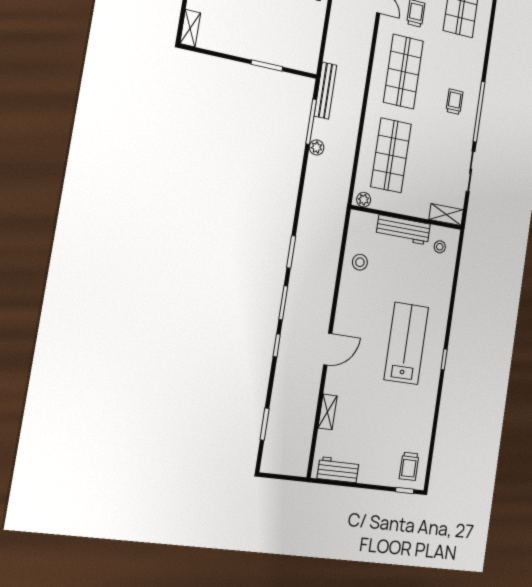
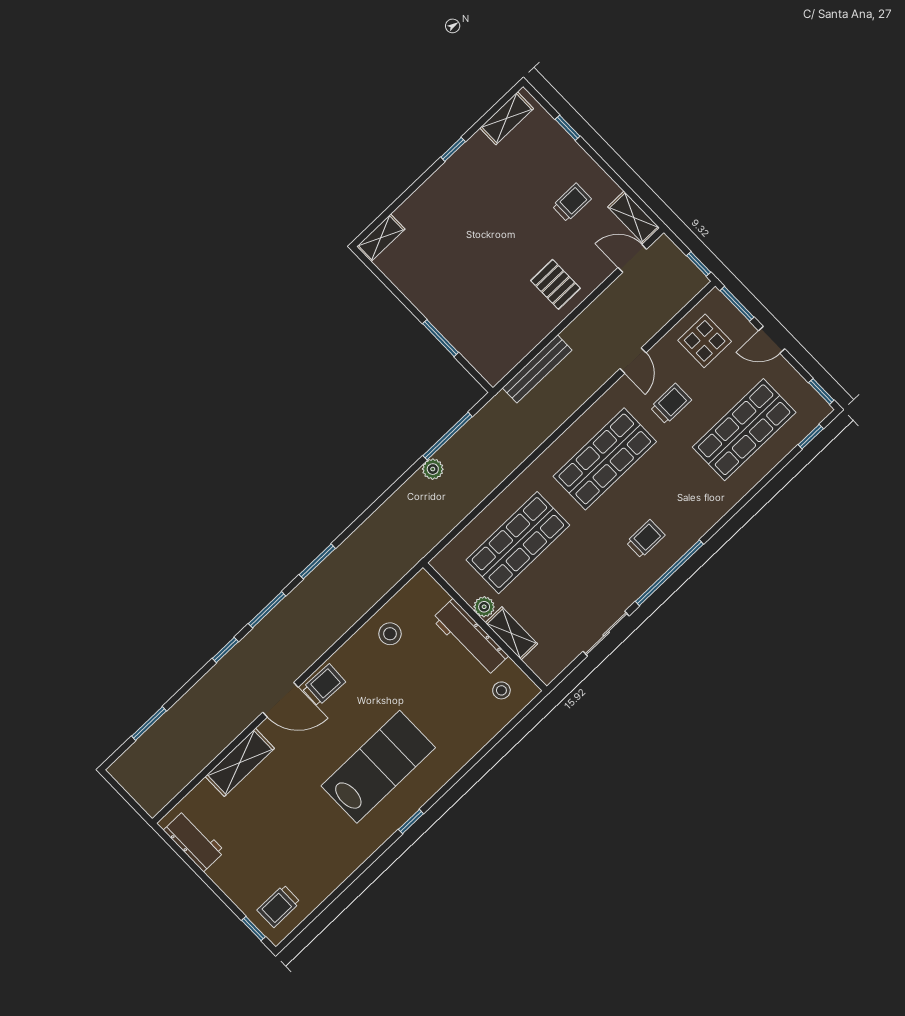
bench: (325, 91) -> (537, 369), moved
plant: (364, 200) -> (484, 607), moved
shelving: (446, 215) -> (511, 633), moved
trolley: (345, 321) -> (324, 685), added
shelving: (328, 412) -> (240, 762), width x1.50, depth x1.33

